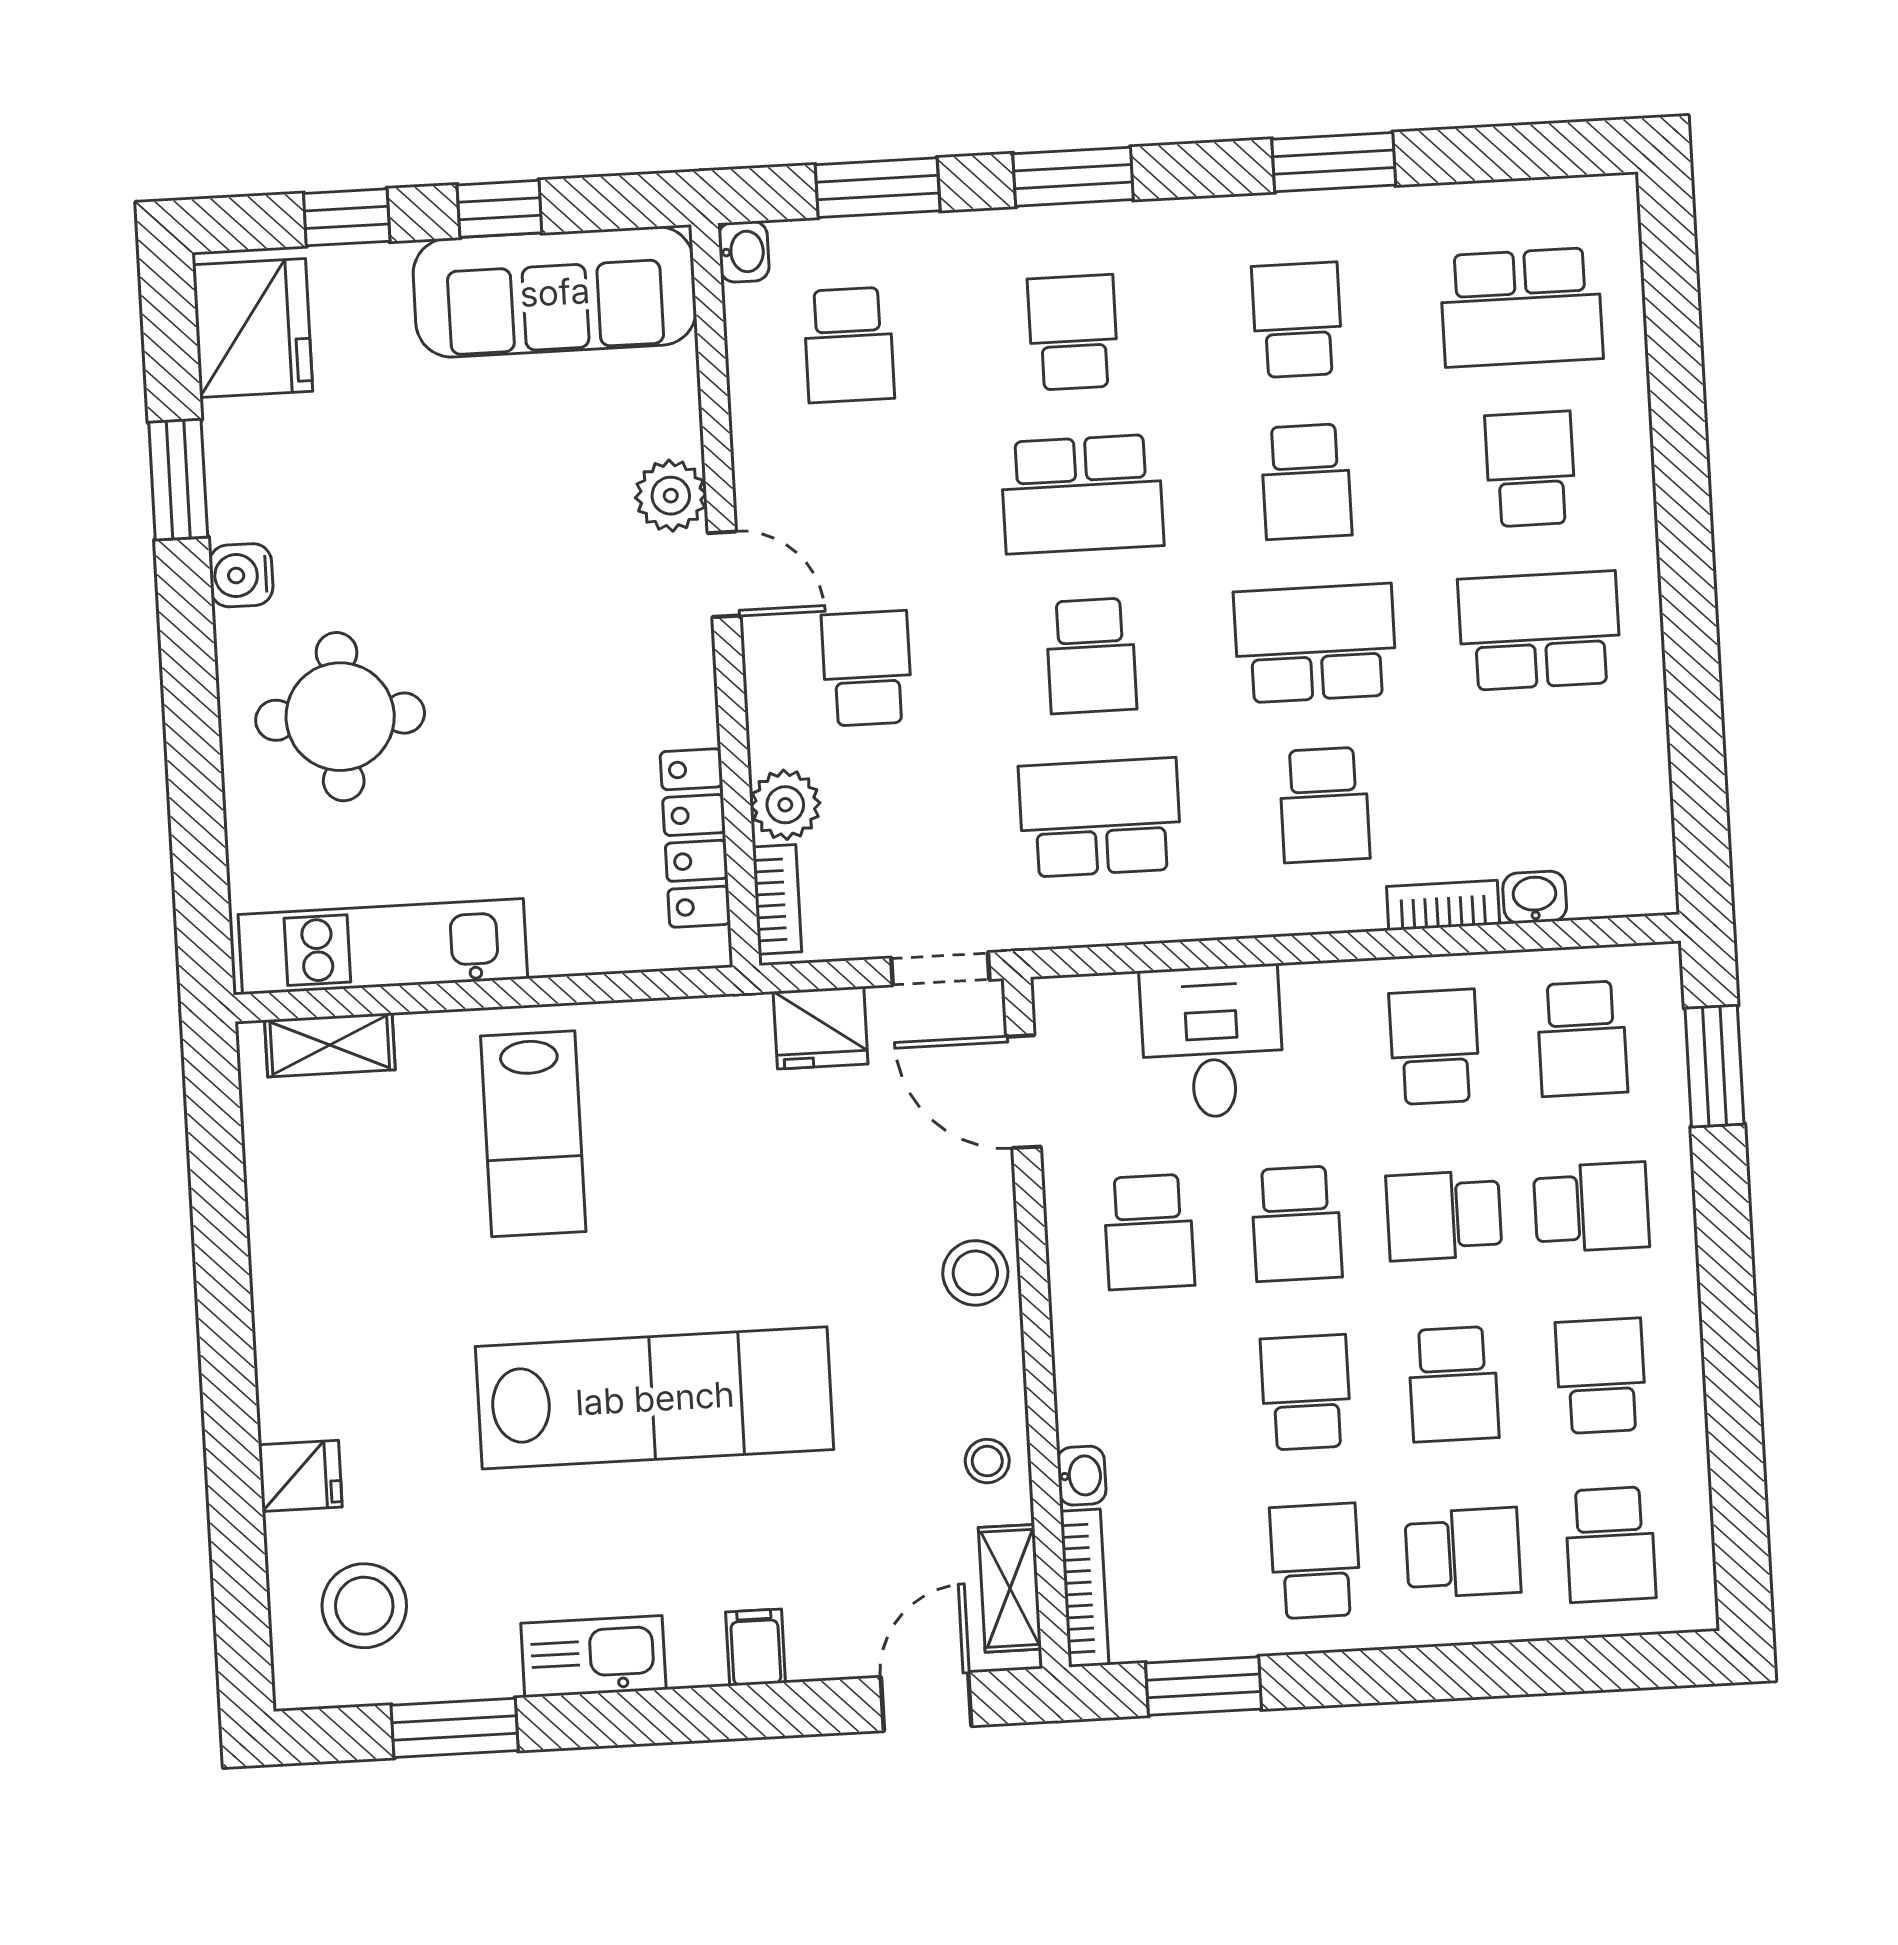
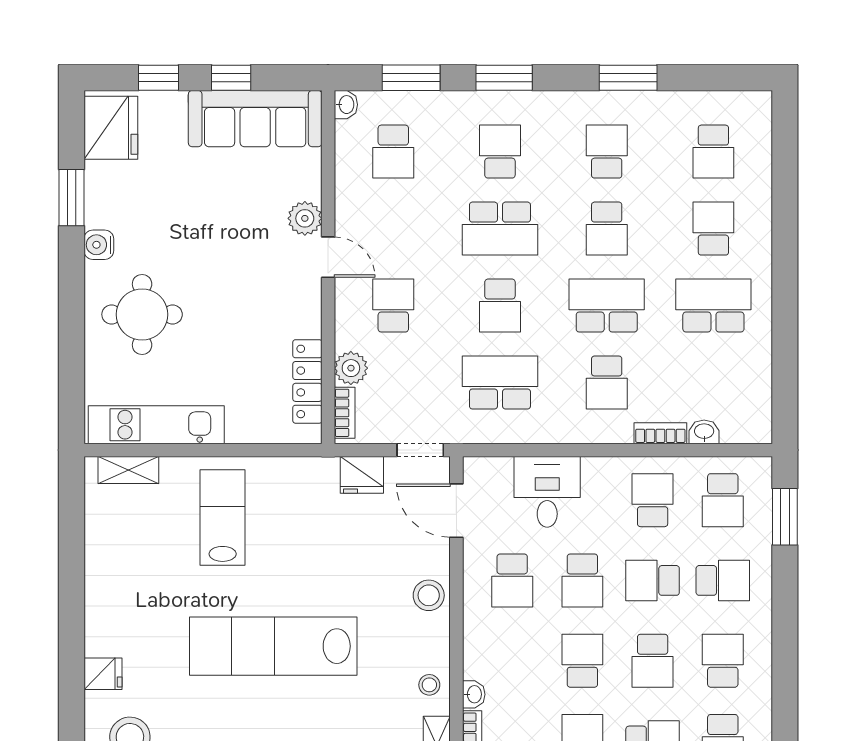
school desk: (1521, 307) -> (713, 152), width x0.54
lab bench: (533, 1134) -> (223, 518), turned 180
lab bench: (655, 1398) -> (273, 646), turned 180

